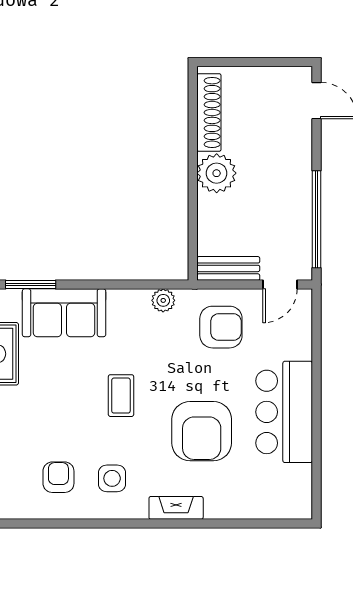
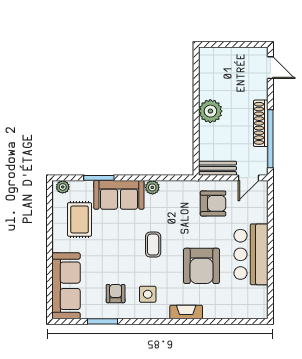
shoe rack: (209, 112) -> (261, 123), moved, turned 180
plant: (163, 300) -> (152, 187), moved
window: (37, 524) -> (102, 321), added

